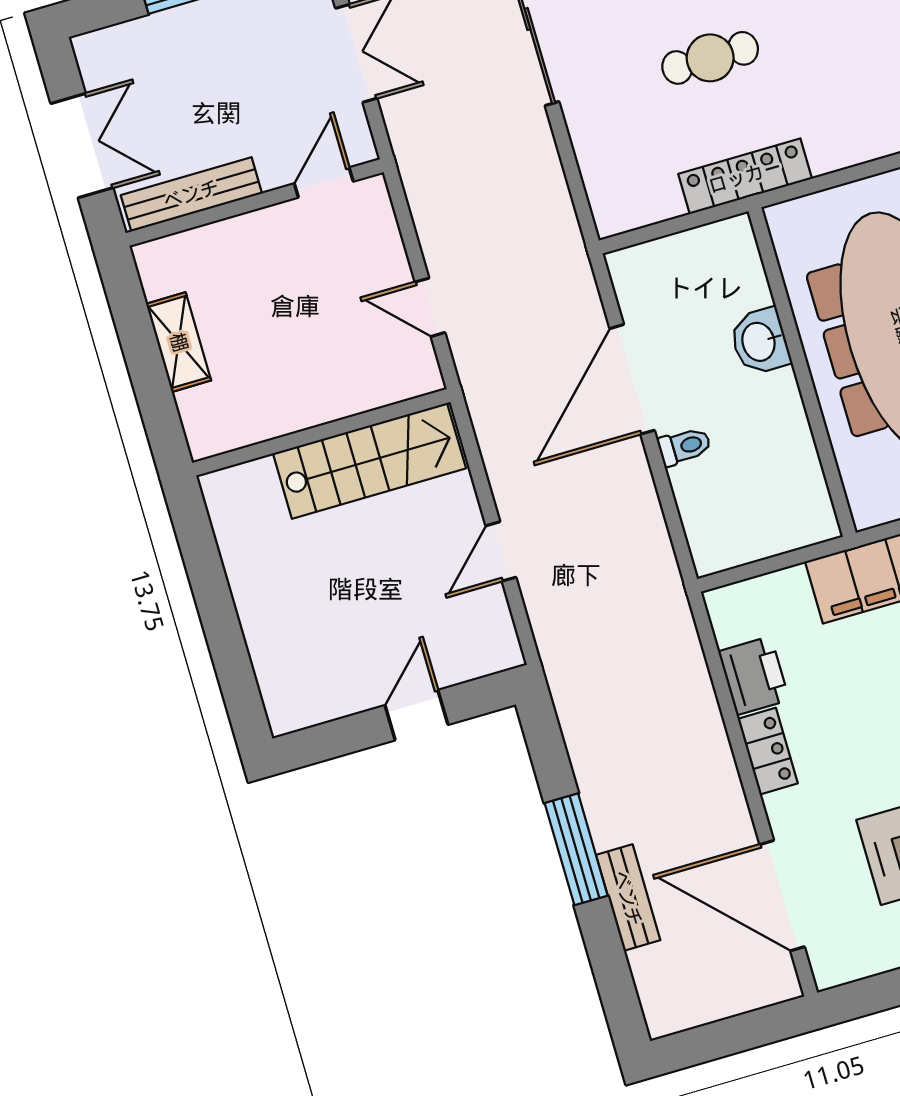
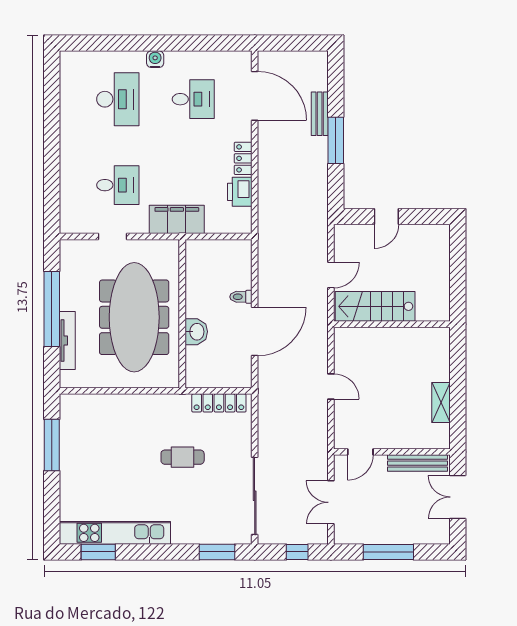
locker: (745, 176) -> (219, 403), moved
wall: (321, 432) -> (392, 324), moved
stairs: (369, 461) -> (375, 306), moved

